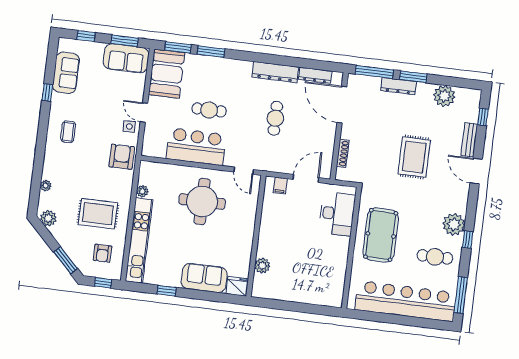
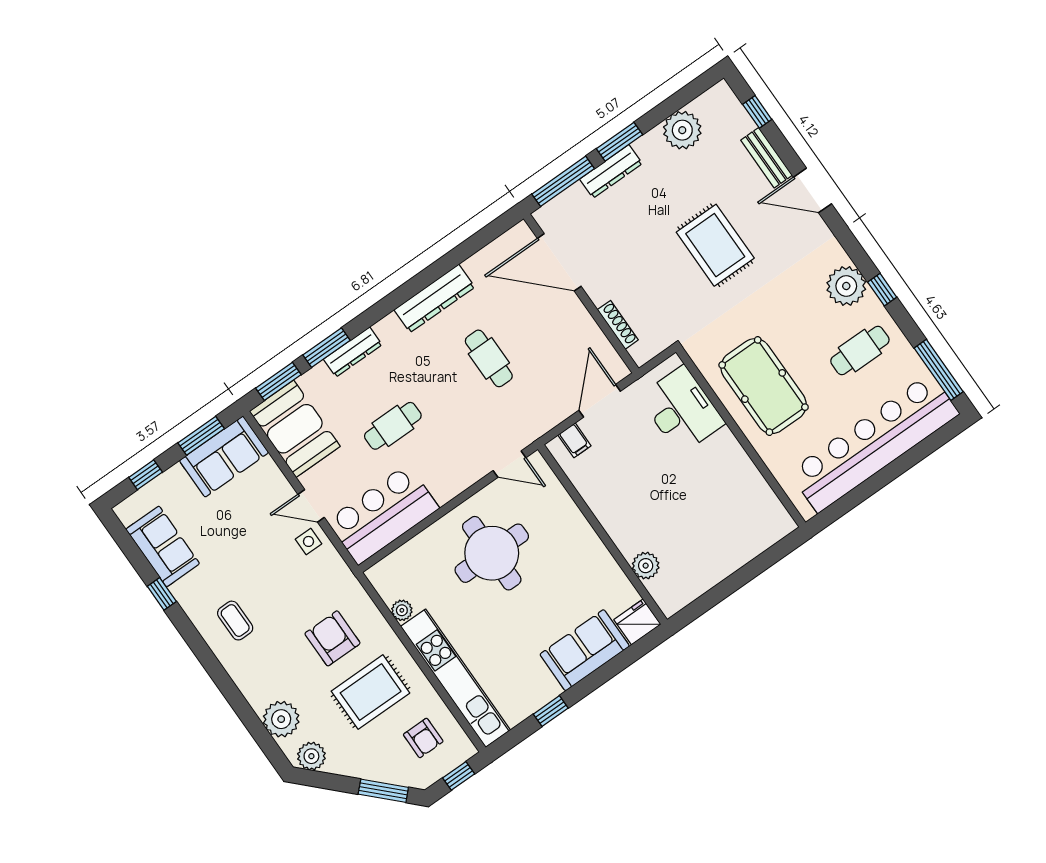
dresser: (315, 75) -> (353, 352), moved
bar counter: (196, 147) -> (383, 514), moved
armchair: (122, 157) -> (332, 638), moved
plant: (46, 186) -> (281, 719), width x1.88, depth x1.88

